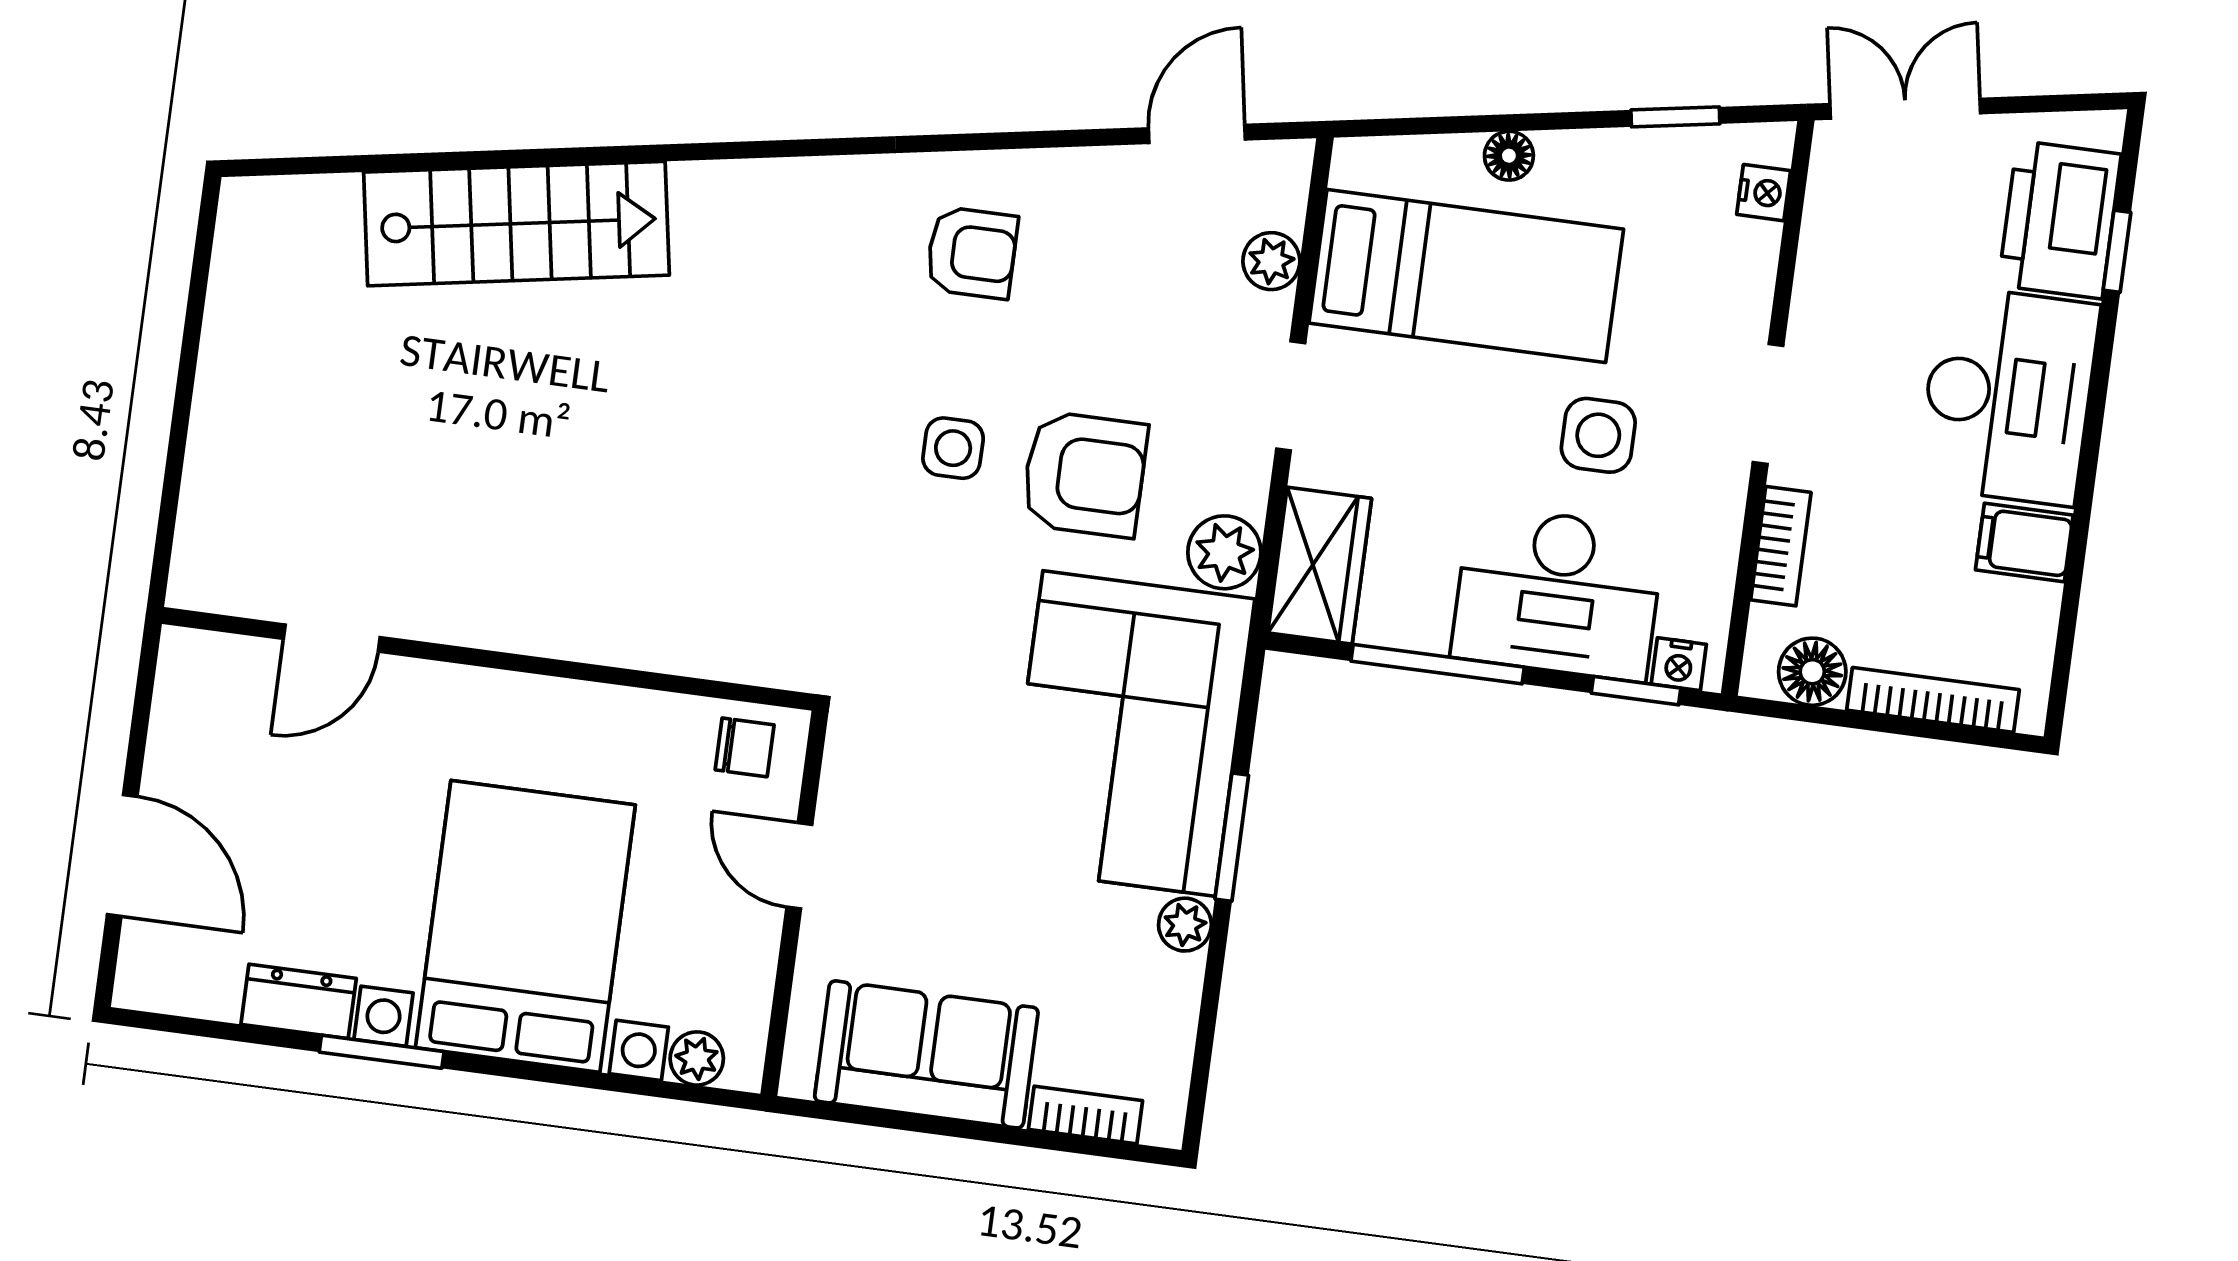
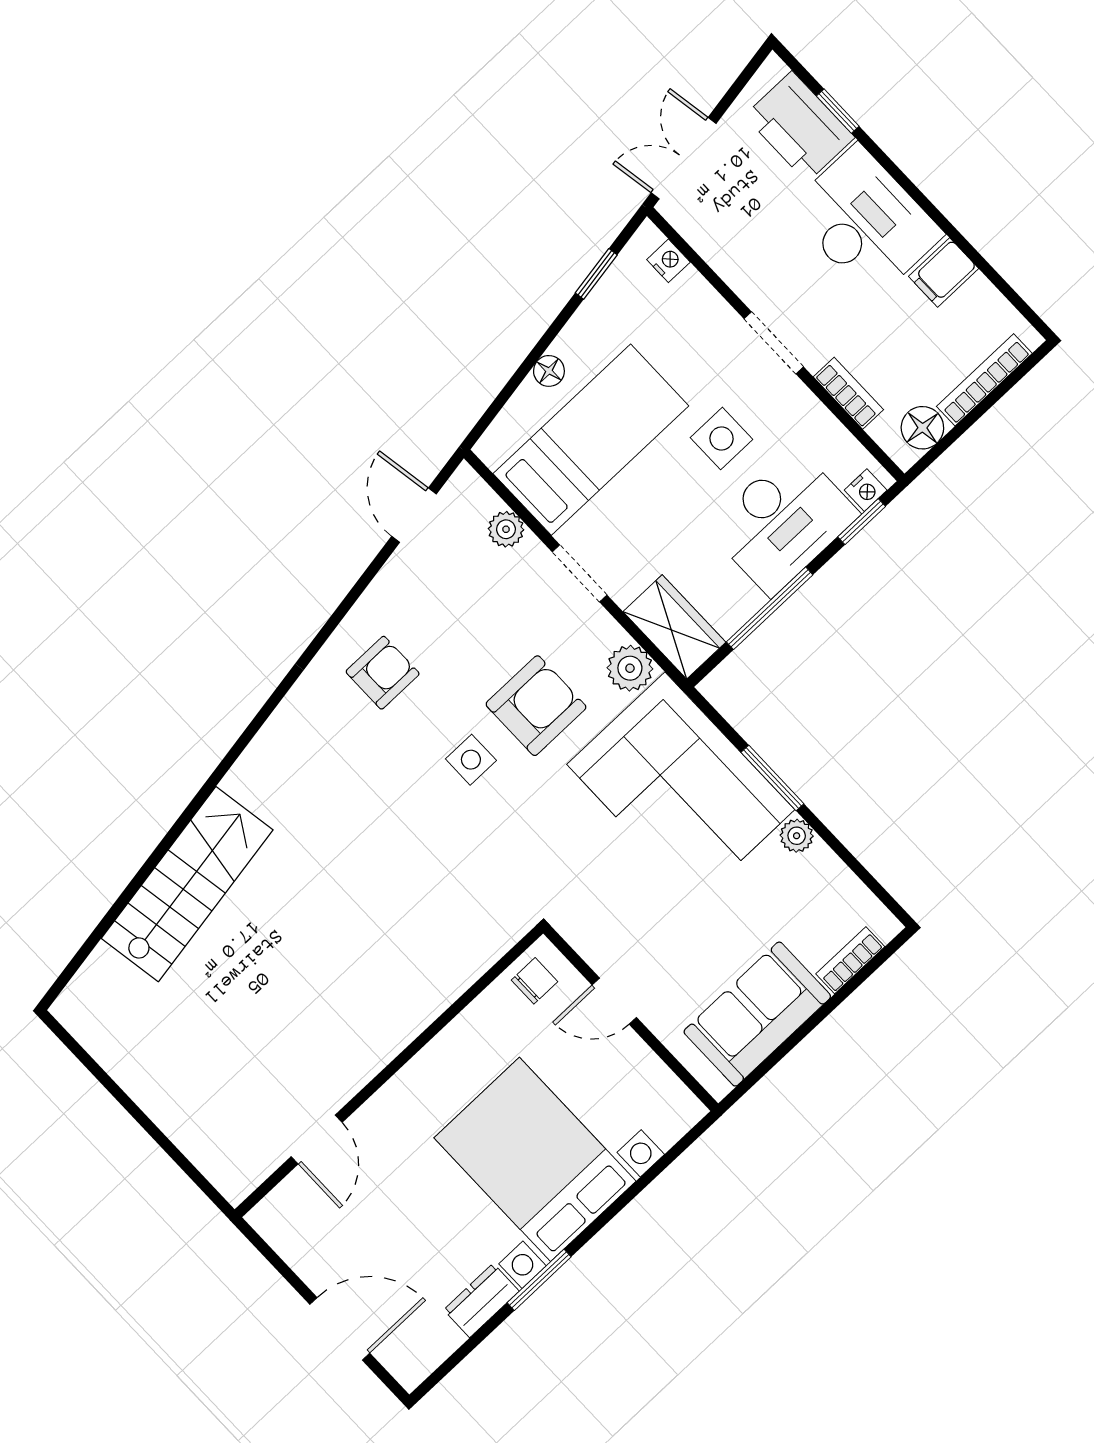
plant: (697, 1058) -> (668, 1128), removed

